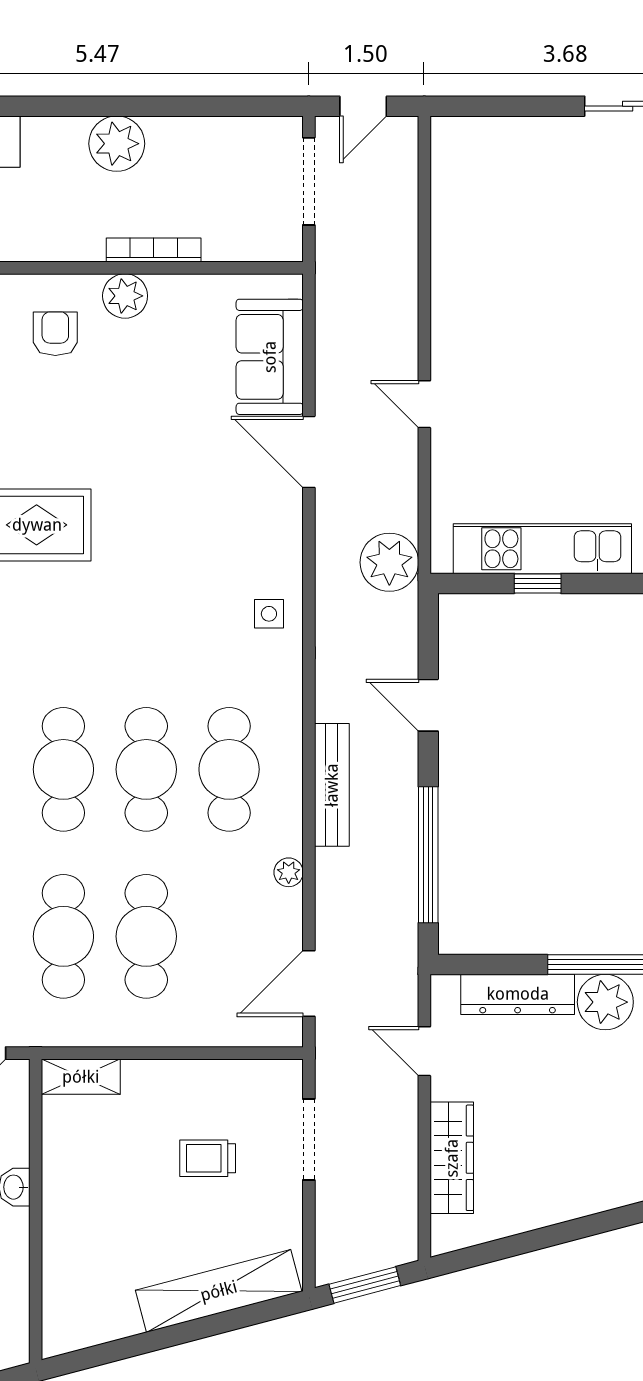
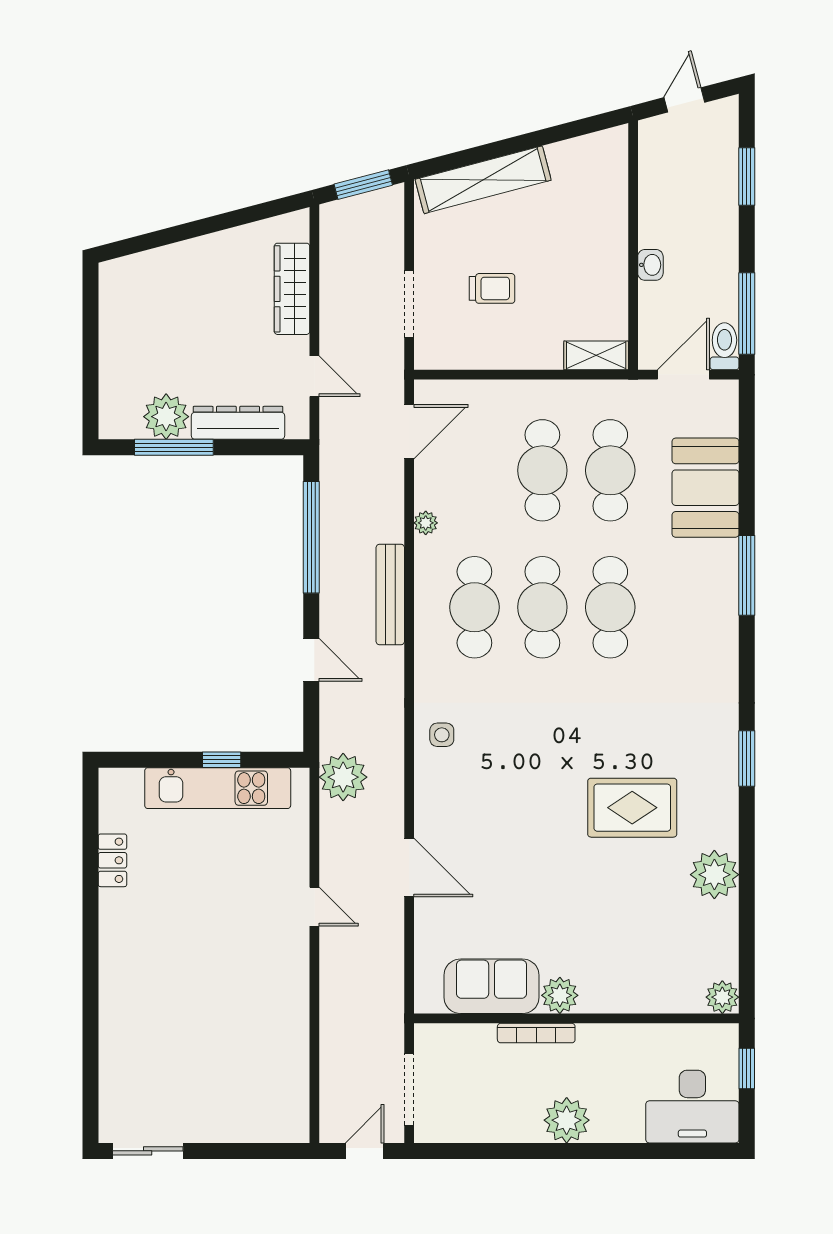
armchair: (55, 334) -> (617, 964), removed
sofa: (270, 357) -> (492, 986), moved, turned -90

